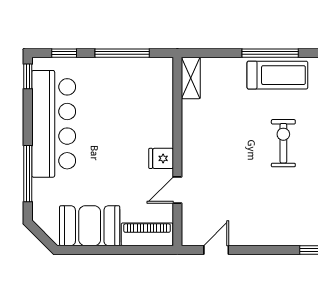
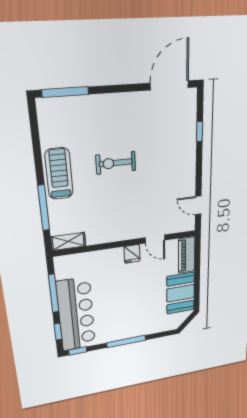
window: (270, 53) -> (44, 208), moved
bar counter: (54, 124) -> (76, 314), moved, turned 90
window: (28, 174) -> (126, 341), moved

